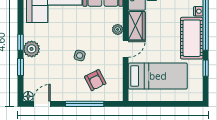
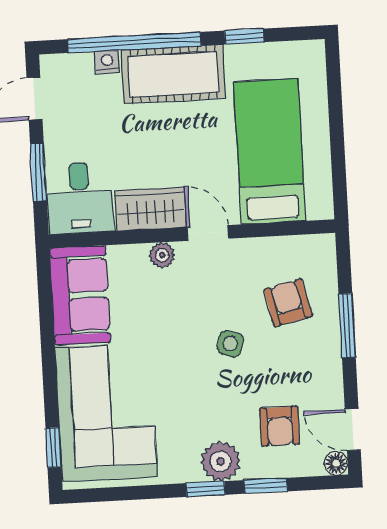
armchair: (45, 74) -> (280, 426), added
armchair: (95, 80) -> (288, 303), turned -76
window: (85, 104) -> (347, 326), width x0.69

